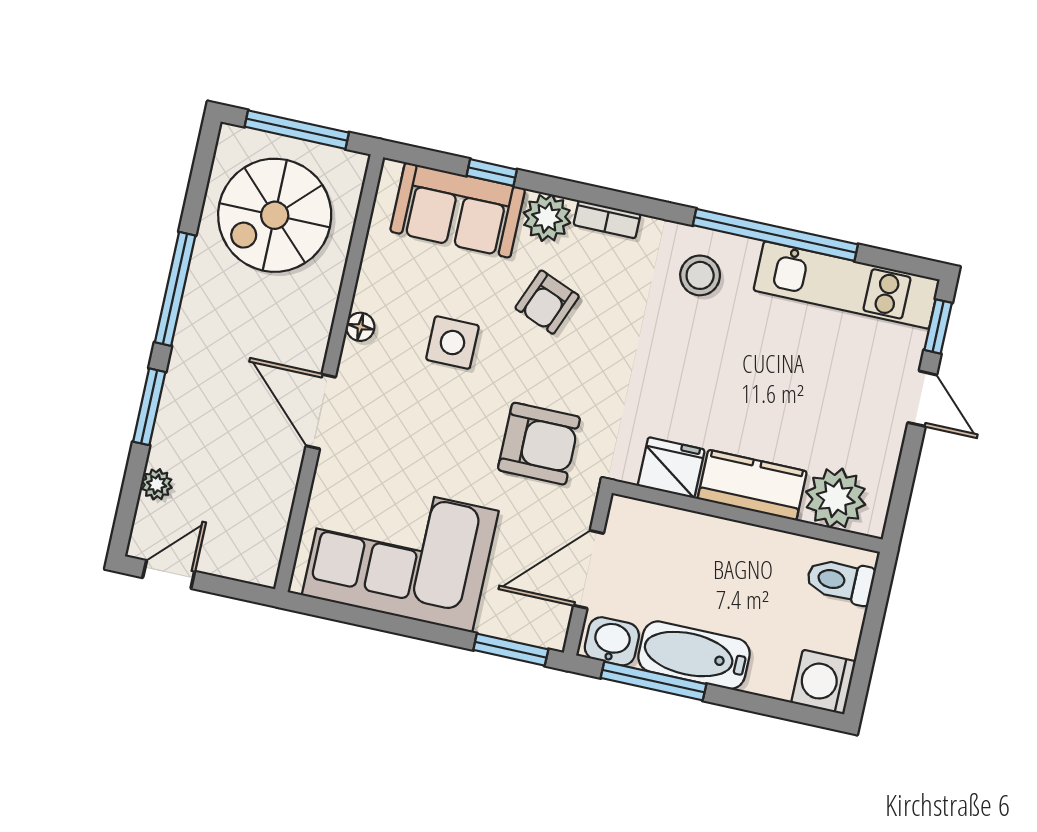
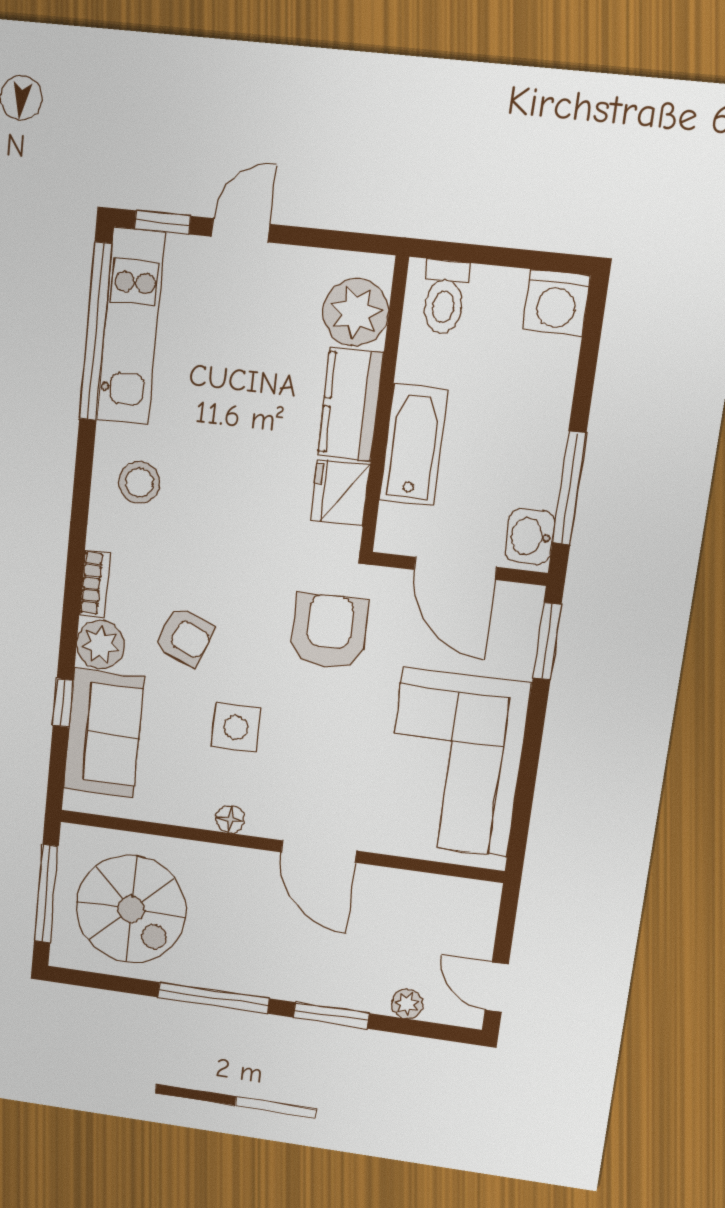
window: (775, 235) -> (95, 332), moved
door: (321, 412) -> (319, 851), hinge flipped
bathtub: (694, 655) -> (413, 445), moved, turned 180

